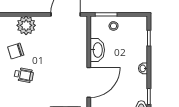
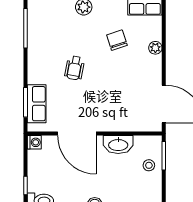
plant: (26, 25) -> (155, 48), width x0.53, depth x0.53
wheelchair: (24, 75) -> (75, 68), moved

